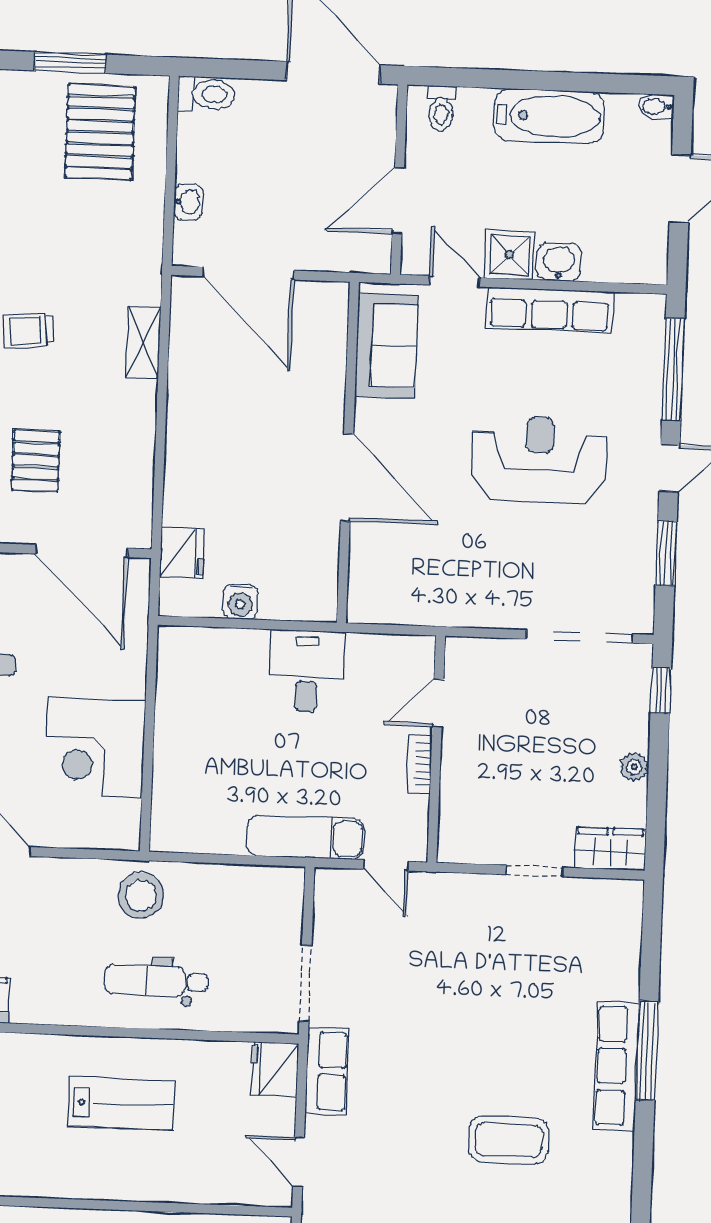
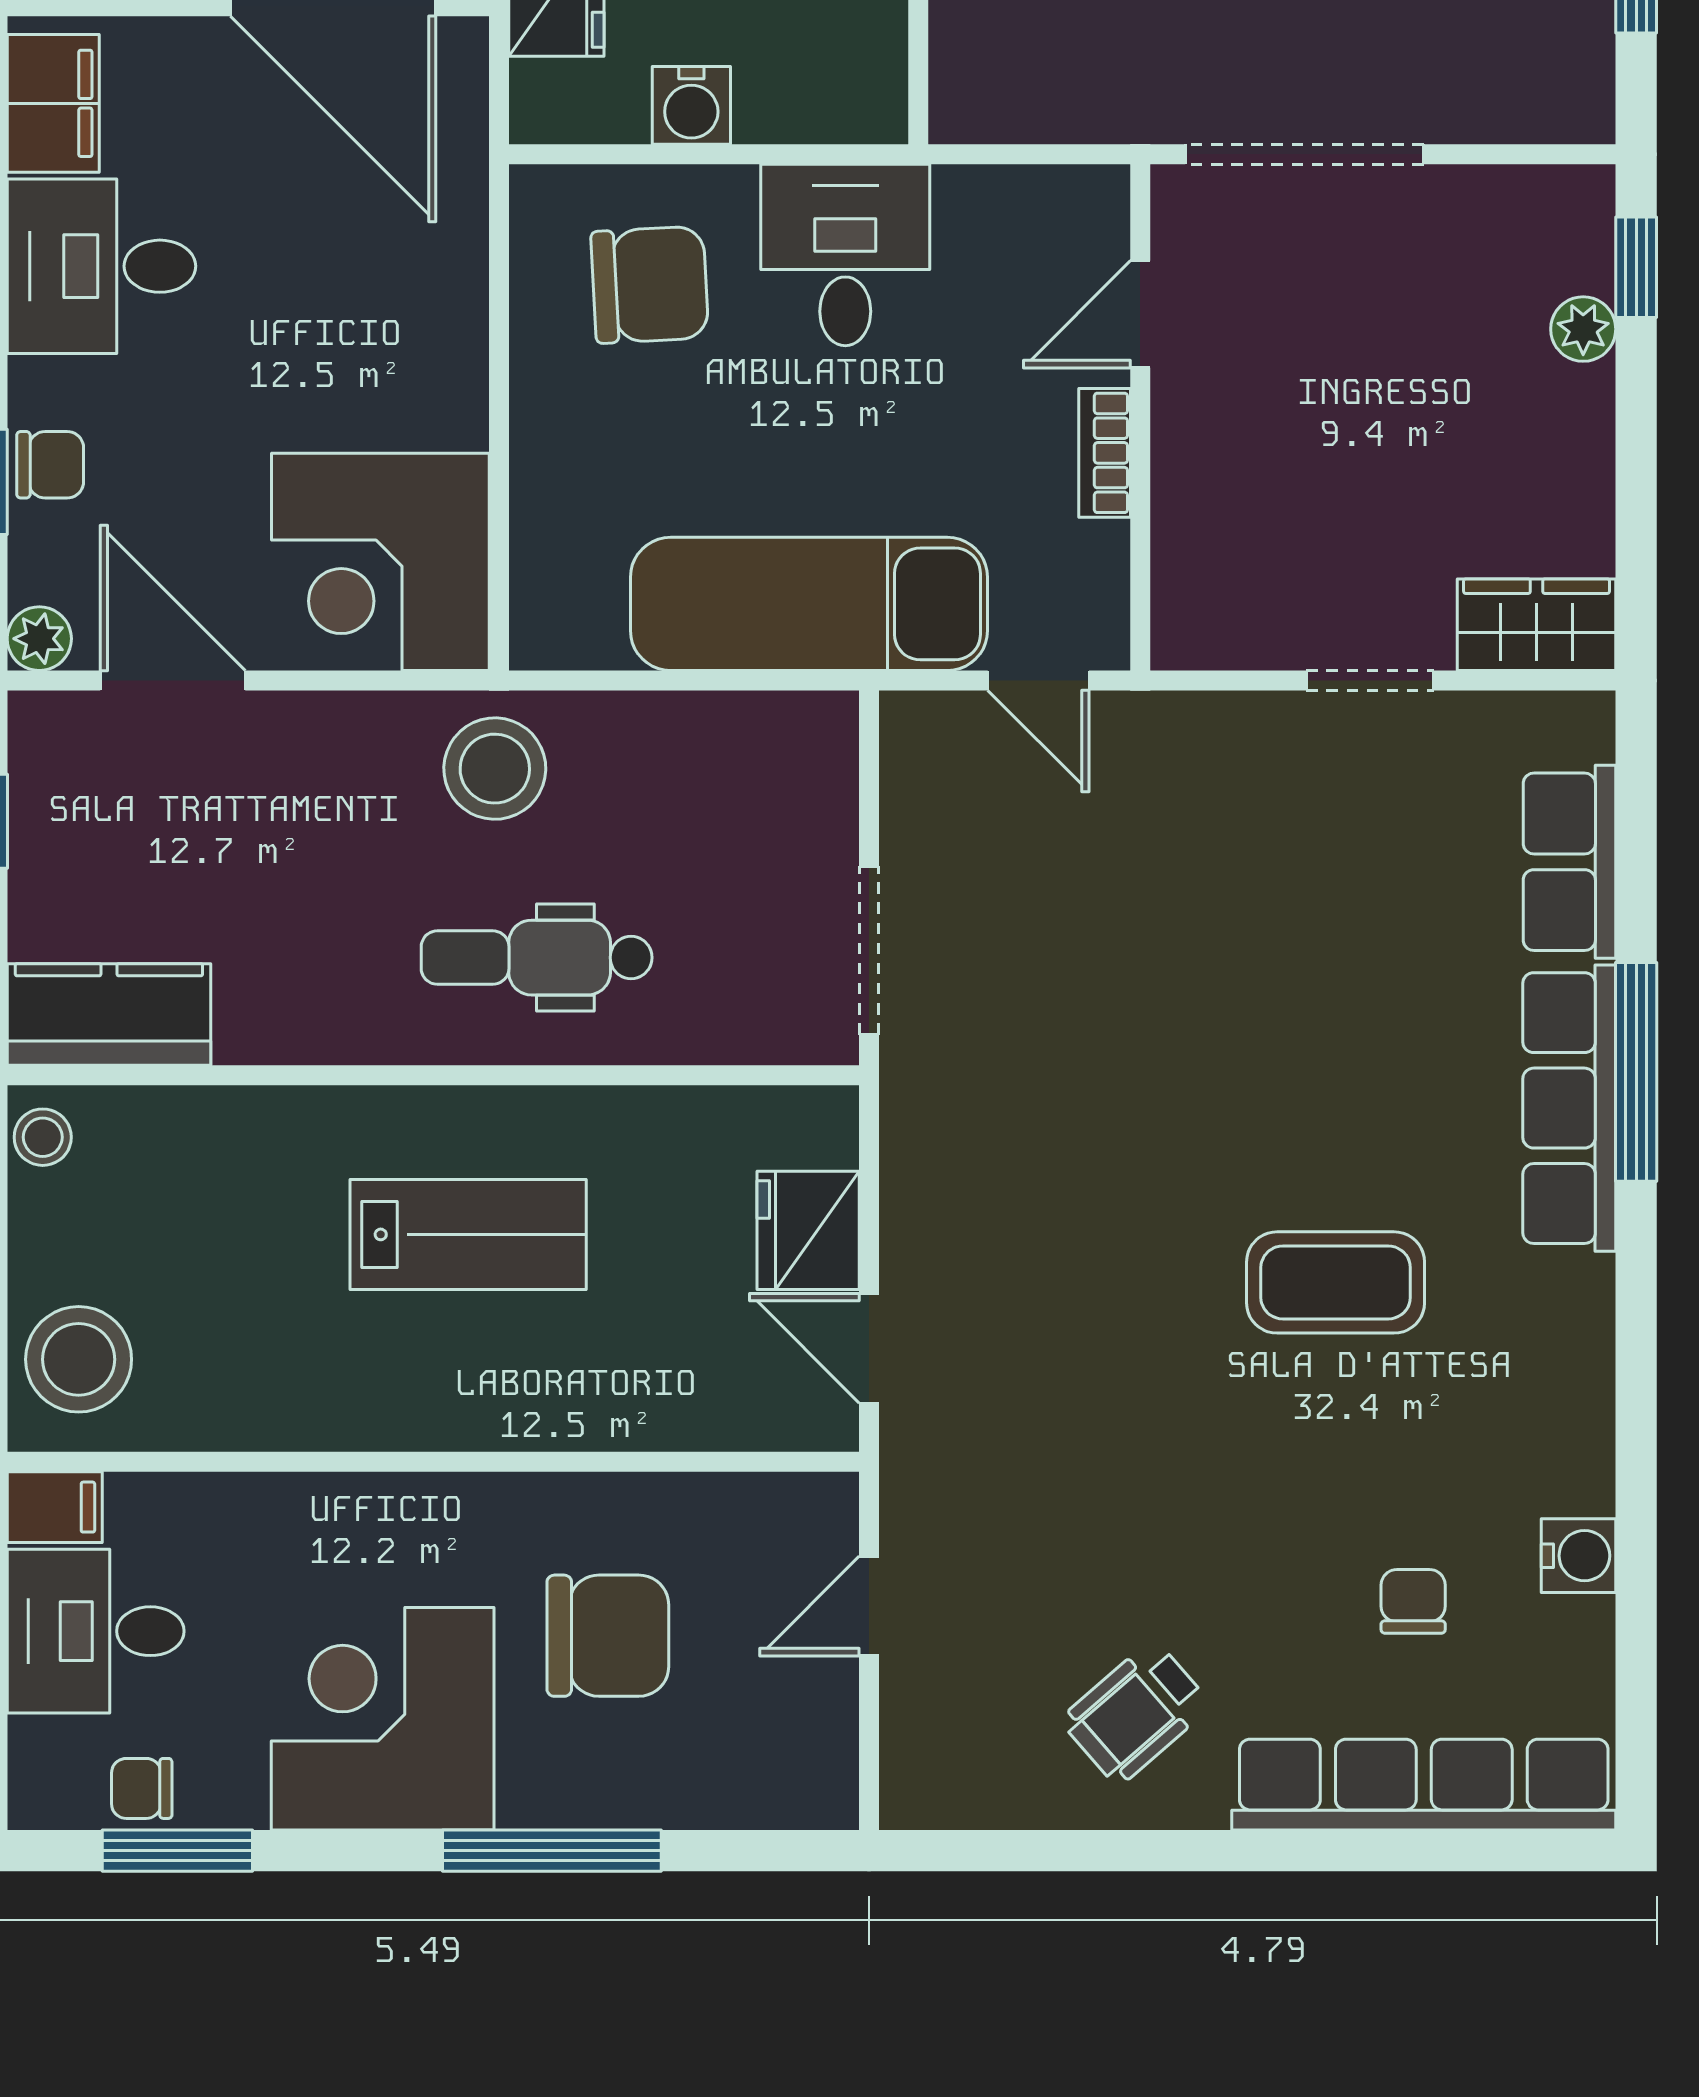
doorway: (580, 637) -> (1305, 154), moved
chair: (219, 681) -> (650, 285), added
corner desk: (95, 748) -> (380, 562), moved
plant: (634, 767) -> (1583, 329), moved
exam couch: (305, 837) -> (809, 604), width x1.36, depth x1.45
fridge: (275, 1069) -> (808, 1230), moved
row of seats: (327, 1071) -> (1569, 862), moved, turned 180

